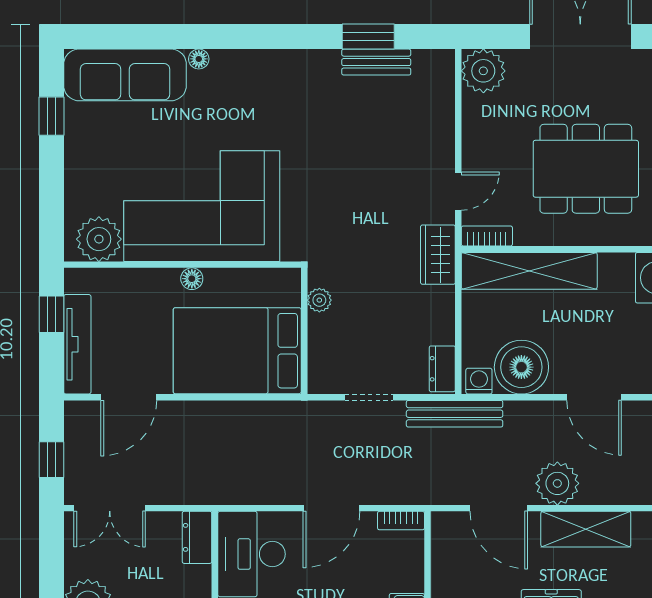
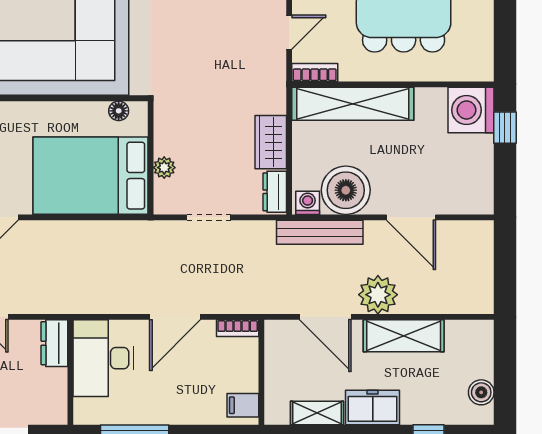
wardrobe: (438, 255) -> (271, 142), moved
floor lamp: (192, 279) -> (119, 111), moved
plant: (319, 300) -> (164, 168), moved
bench: (455, 414) -> (320, 232), moved

